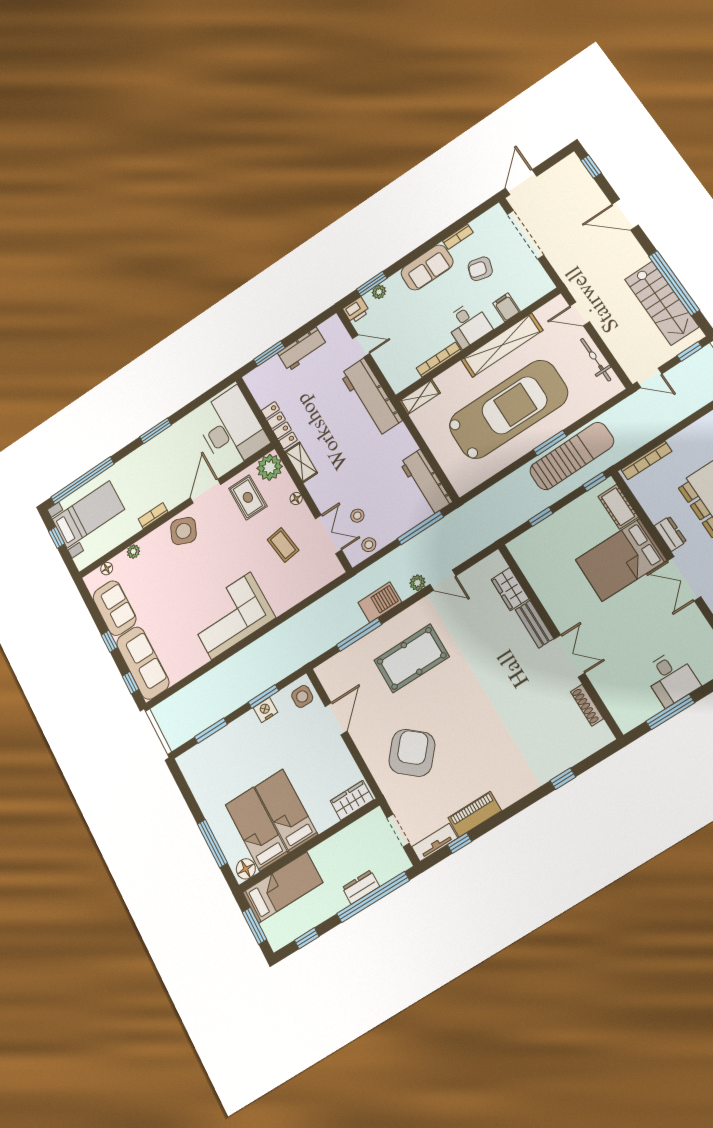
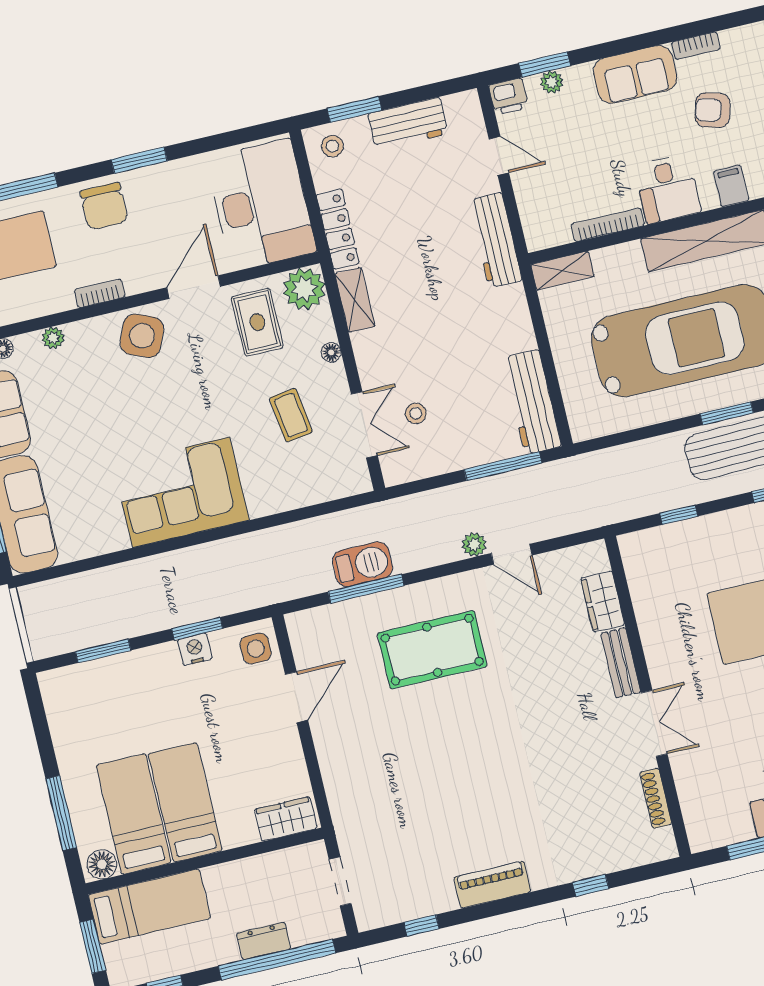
workbench: (371, 397) -> (495, 240), width x0.73, depth x0.76
chair: (143, 465) -> (104, 206), added
stool: (369, 545) -> (332, 146), moved
barbecue: (380, 602) -> (363, 564), moved
armchair: (412, 753) -> (392, 782), removed
piano: (475, 814) -> (492, 885), moved
tv unit: (435, 842) -> (387, 913), removed

